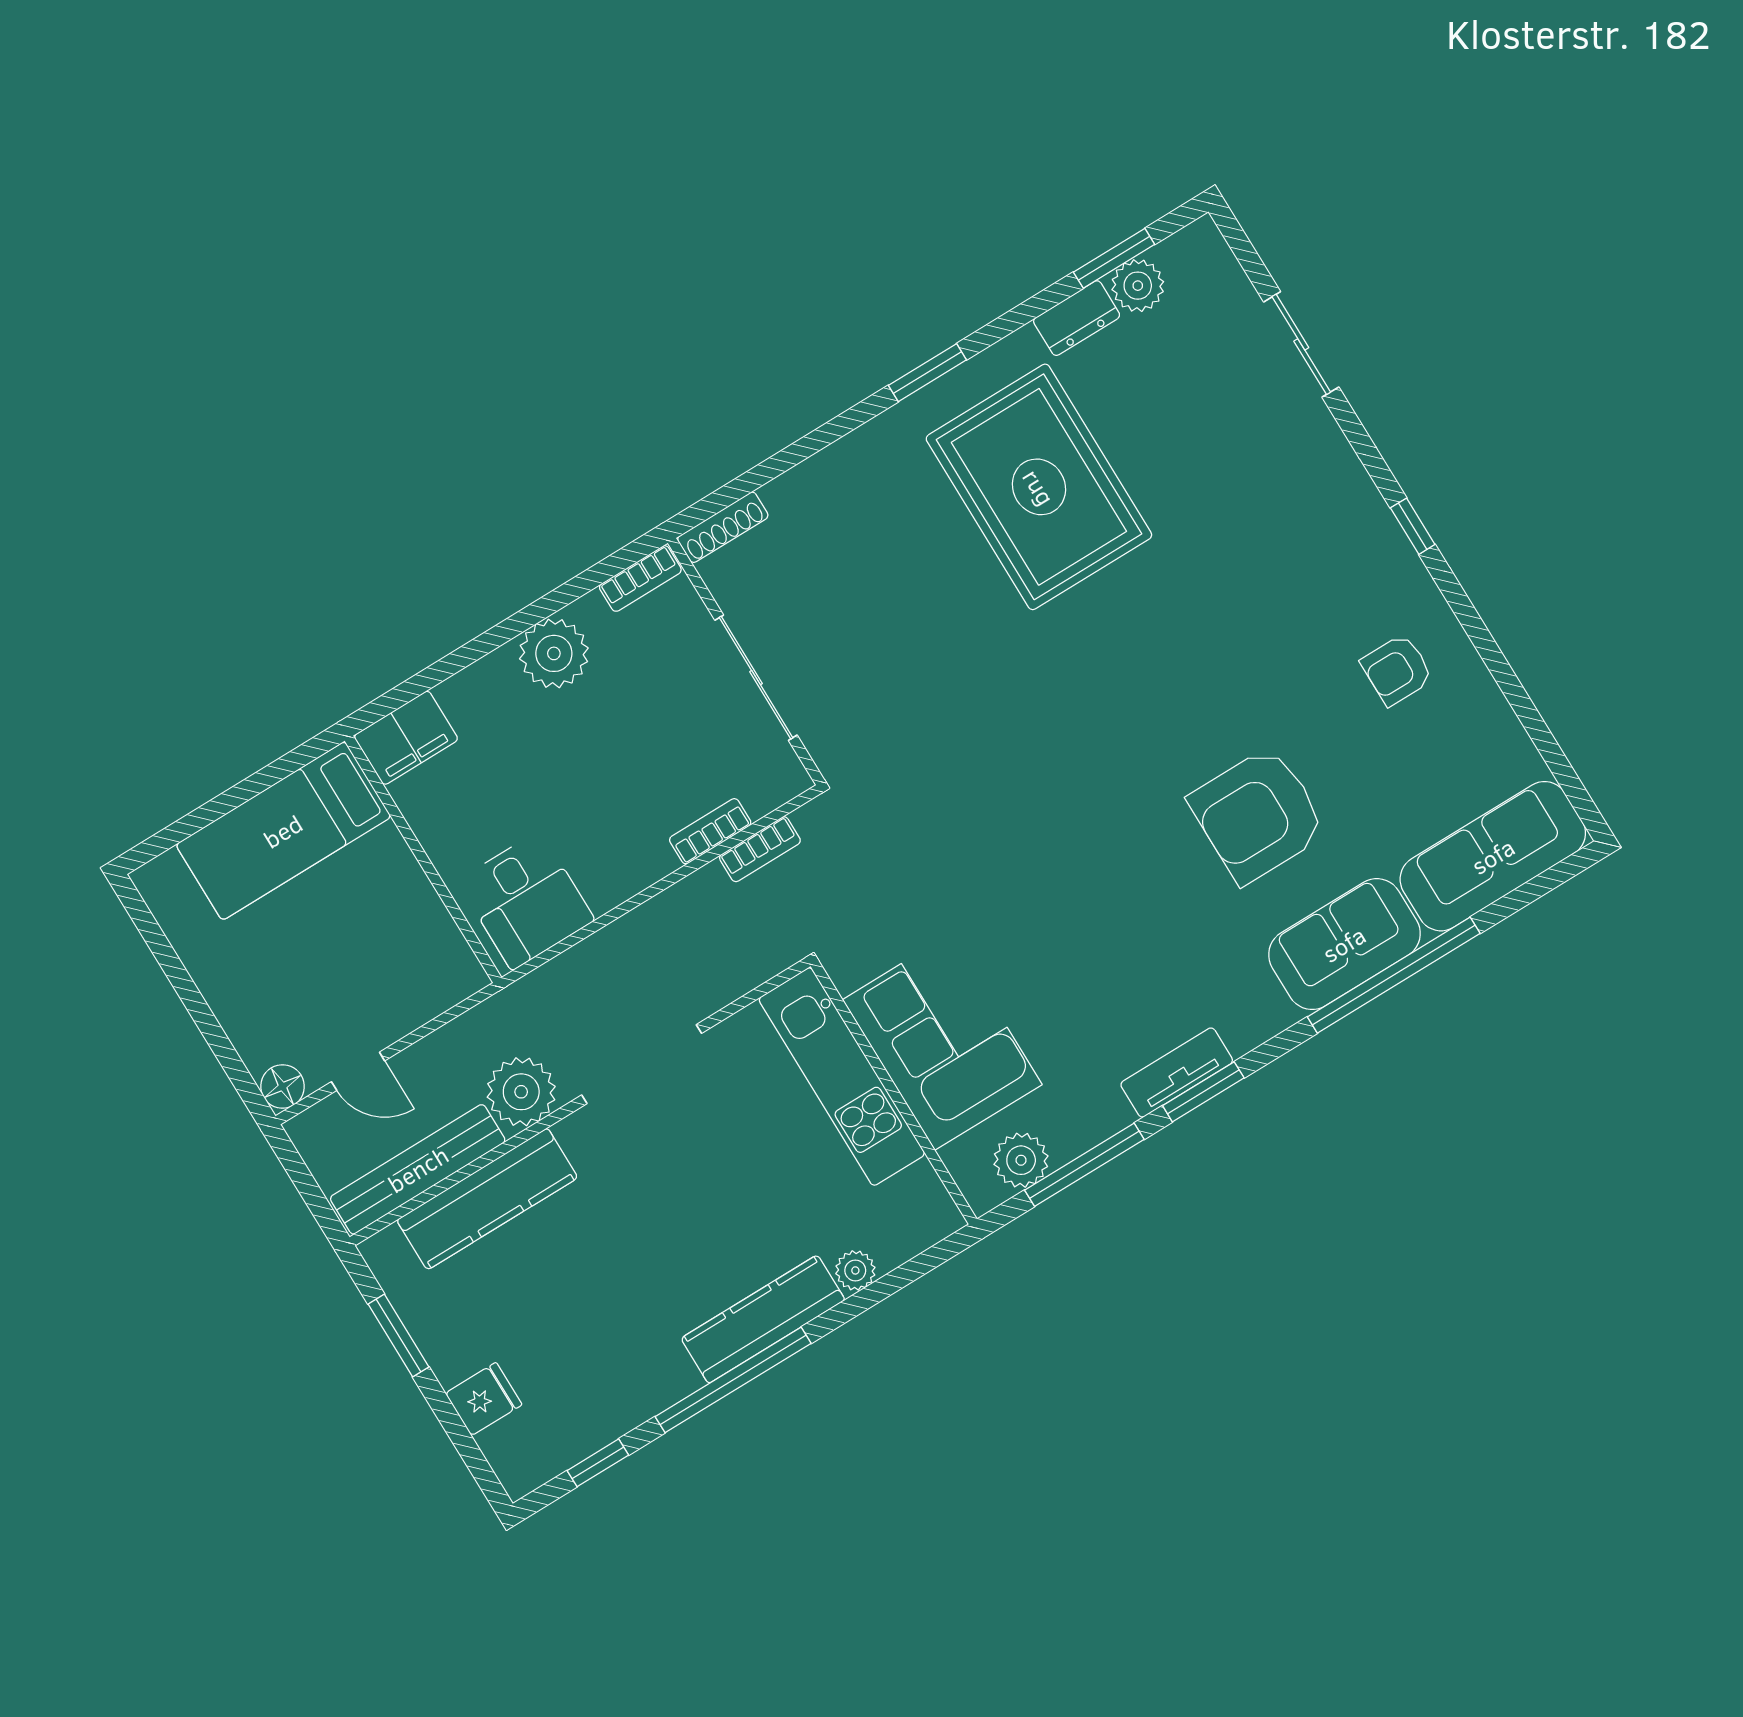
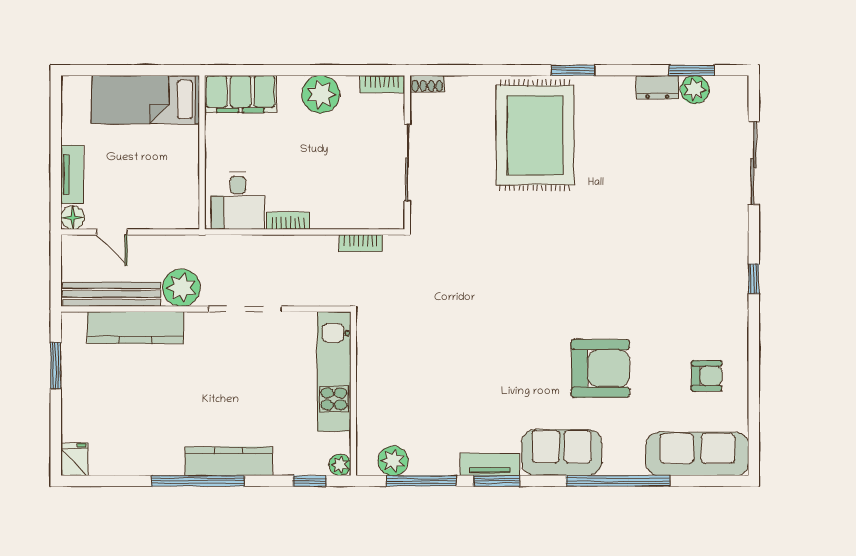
sliding door: (1301, 344) -> (754, 163), width x1.37
rug: (1039, 487) -> (535, 135), moved
shoe rack: (723, 527) -> (427, 84), width x0.70
armchair: (1397, 670) -> (707, 376), moved, turned 180
filing cabinet: (406, 738) -> (240, 94), width x1.50, depth x1.17
armchair: (1258, 815) -> (600, 368), turned 180
bookcase: (710, 831) -> (288, 221), moved
sofa: (1344, 944) -> (562, 453), moved
tv unit: (240, 1019) -> (72, 174), added
corner sofa: (942, 1042) -> (390, 384), removed
plant: (855, 1270) -> (340, 465), moved
fridge: (484, 1399) -> (75, 459), moved, turned -90
window: (598, 1463) -> (310, 481), moved

